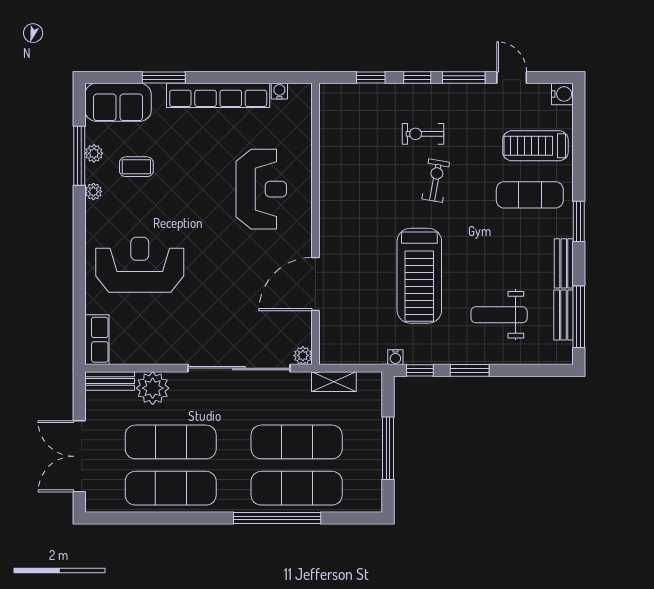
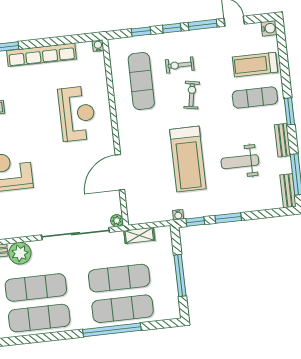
water cooler: (279, 91) -> (98, 46), moved
exercise mat: (363, 151) -> (141, 81), added
weight bench: (499, 315) -> (240, 162), moved
bench: (564, 315) -> (288, 191), moved

